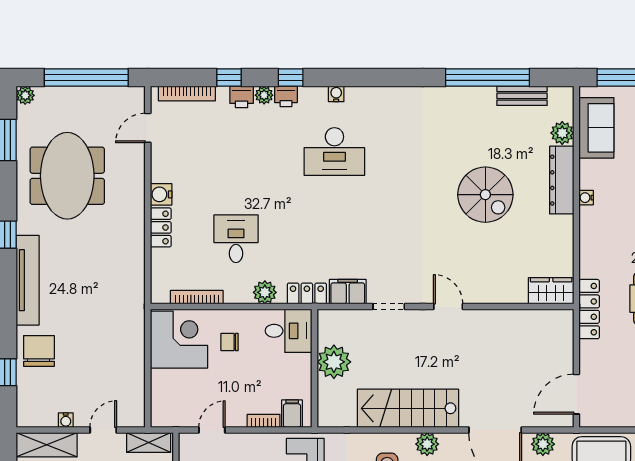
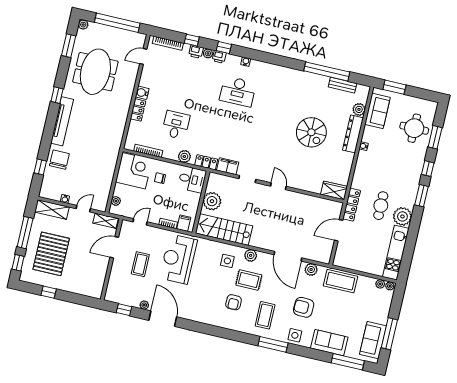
door: (576, 394) -> (339, 230), moved
plant: (159, 402) -> (116, 201), added
stairs: (408, 408) -> (224, 229), moved

